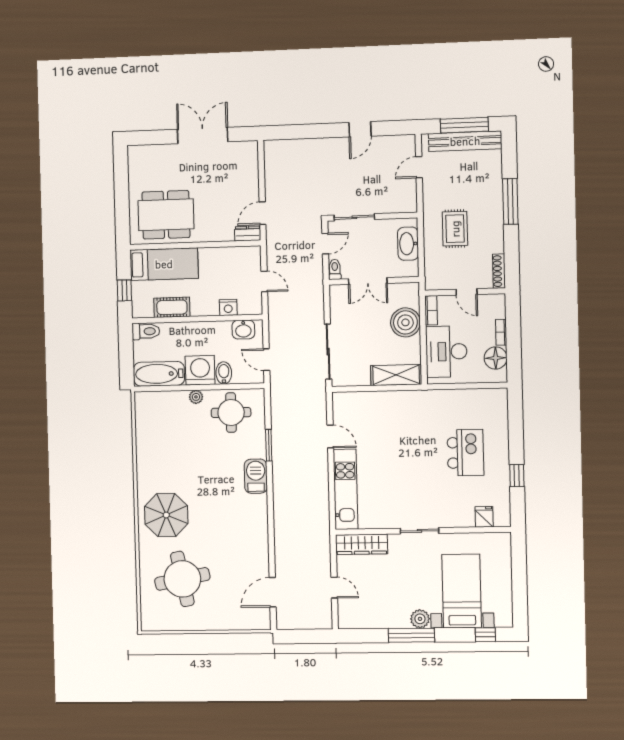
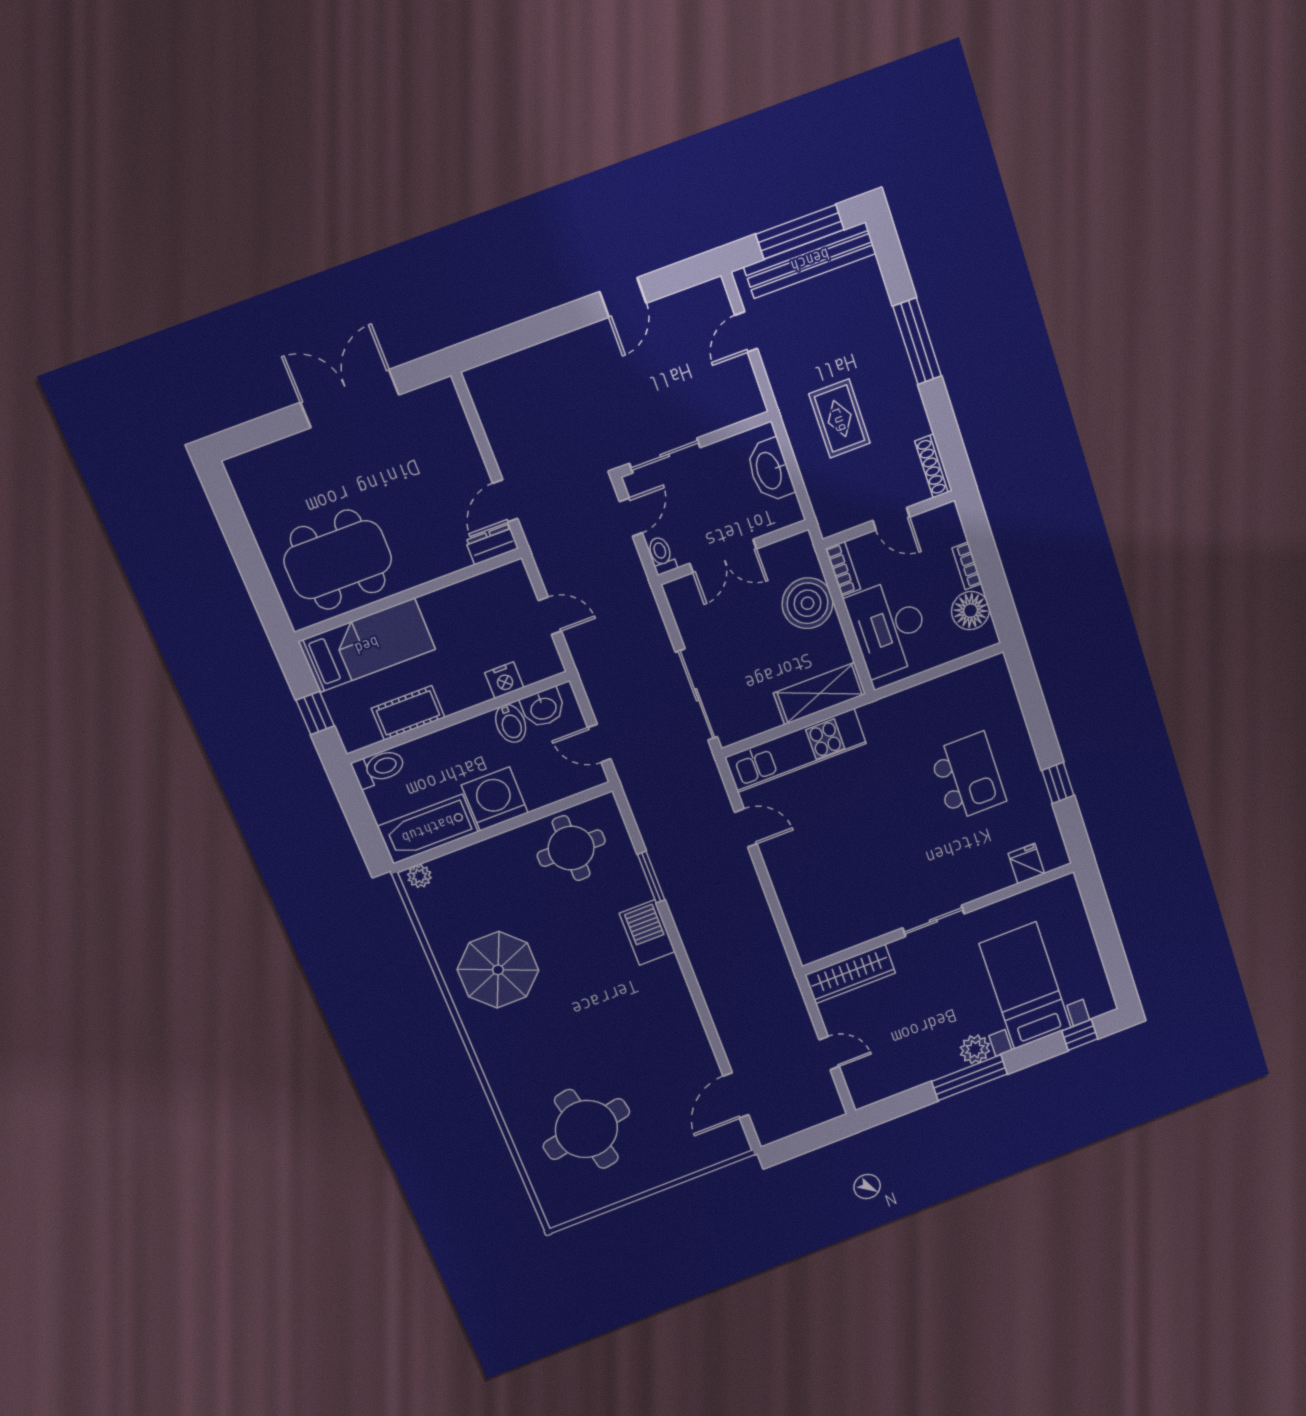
bidet: (224, 373) -> (511, 723), moved, turned 180
plant: (196, 397) -> (419, 876), moved
kitchen unit: (346, 489) -> (796, 750), moved, turned 90
parasol: (166, 515) -> (498, 970), moved

